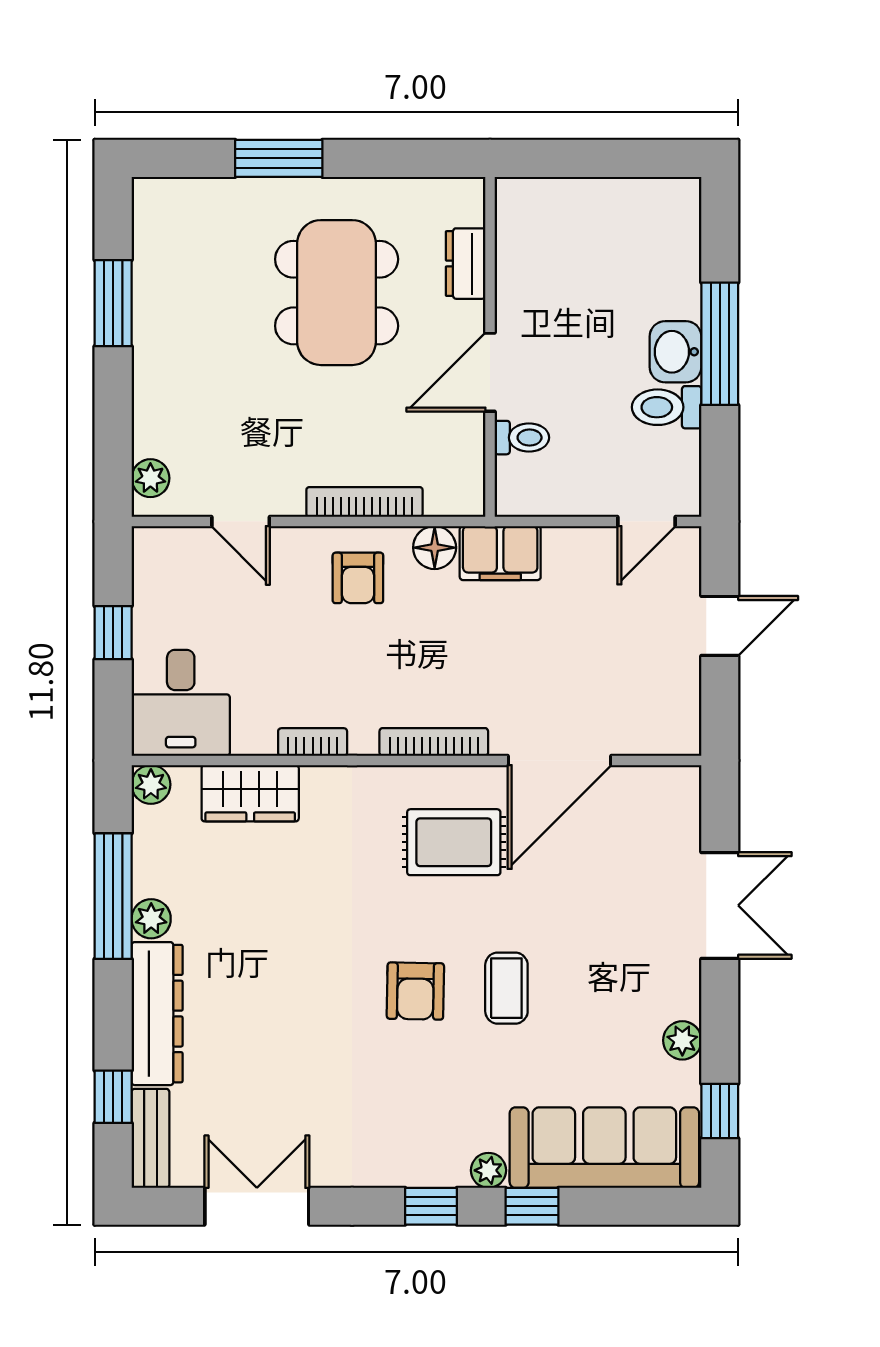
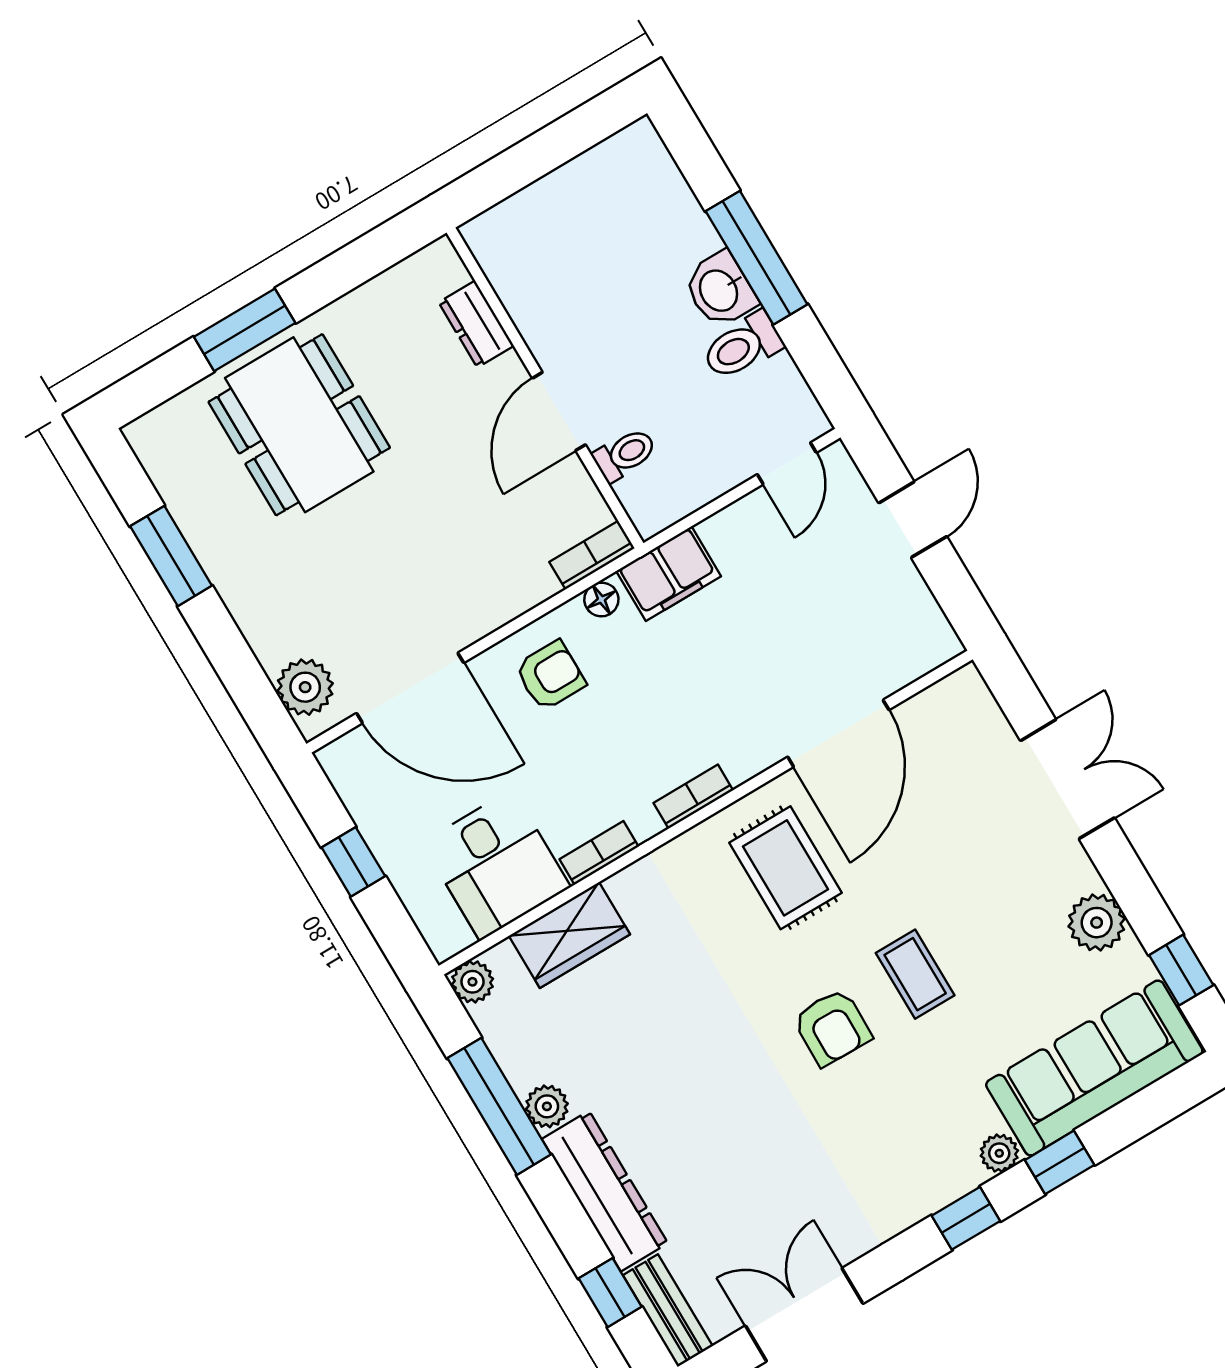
dining table: (337, 293) -> (299, 425), moved
plant: (150, 478) -> (305, 687), width x1.38, depth x1.38
bookcase: (364, 502) -> (592, 555), moved, width x0.64
door: (241, 521) -> (410, 688), width x1.87
floor lamp: (435, 548) -> (601, 599), width x0.73, depth x0.73
armchair: (358, 578) -> (550, 675), turned -90
desk: (181, 703) -> (496, 865), moved
bookcase: (434, 742) -> (693, 797), width x0.64
rug: (454, 842) -> (786, 868), turned 90
plant: (682, 1040) -> (1097, 923), width x1.38, depth x1.38

